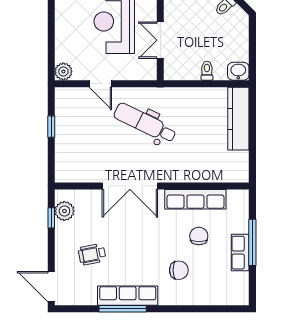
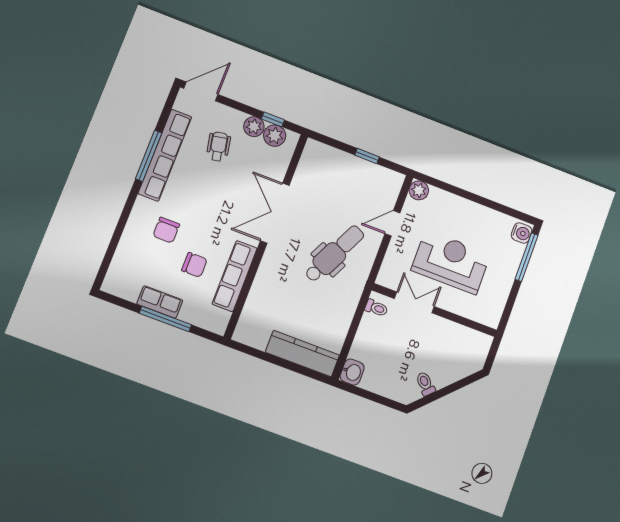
toilet: (207, 71) -> (376, 308), moved
plant: (64, 231) -> (254, 127), added
row of seats: (128, 296) -> (165, 155), width x1.36

